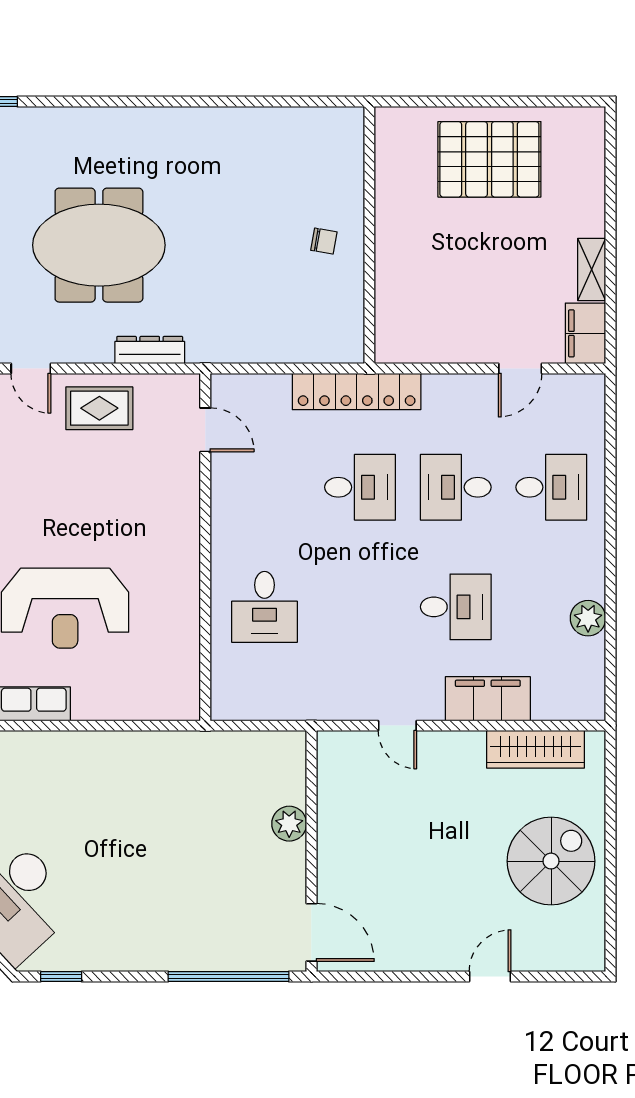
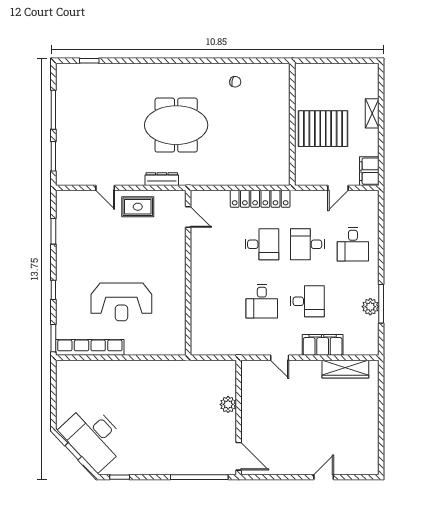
pallet: (489, 159) -> (323, 129), moved
wall: (369, 235) -> (292, 124), moved
chair: (324, 241) -> (235, 82), moved
meeting table: (99, 245) -> (176, 125), moved
shelving: (592, 269) -> (372, 113), moved
desk: (551, 487) -> (353, 244), turned 90
desk: (264, 607) -> (262, 301), moved
window: (611, 612) -> (381, 304), added
spiral stairs: (551, 861) -> (353, 422), removed

